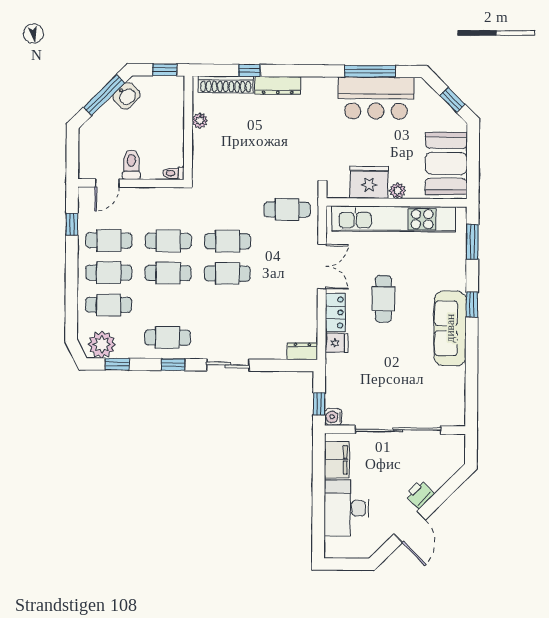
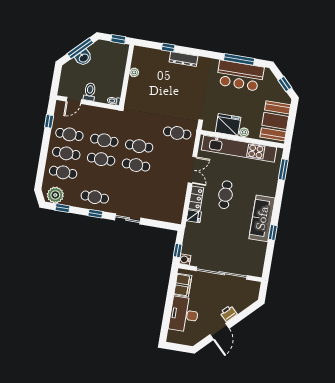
shoe rack: (226, 85) -> (153, 54), removed
washbasin: (126, 96) -> (84, 58), moved
window: (472, 305) -> (273, 233), moved
dresser: (302, 351) -> (173, 218), removed

